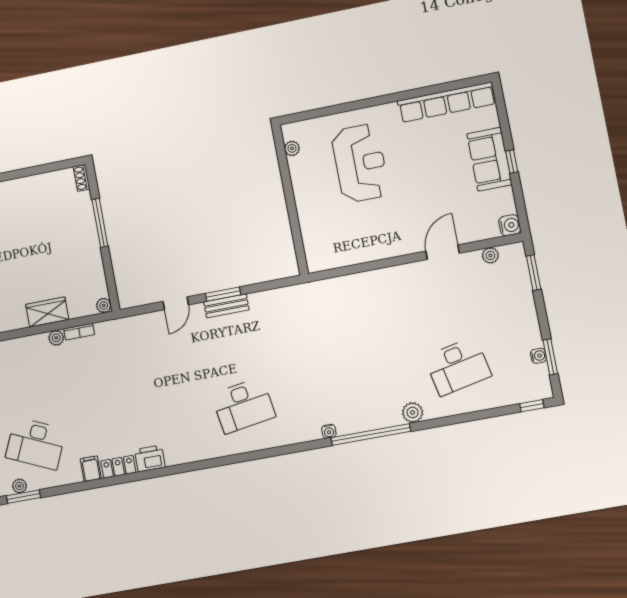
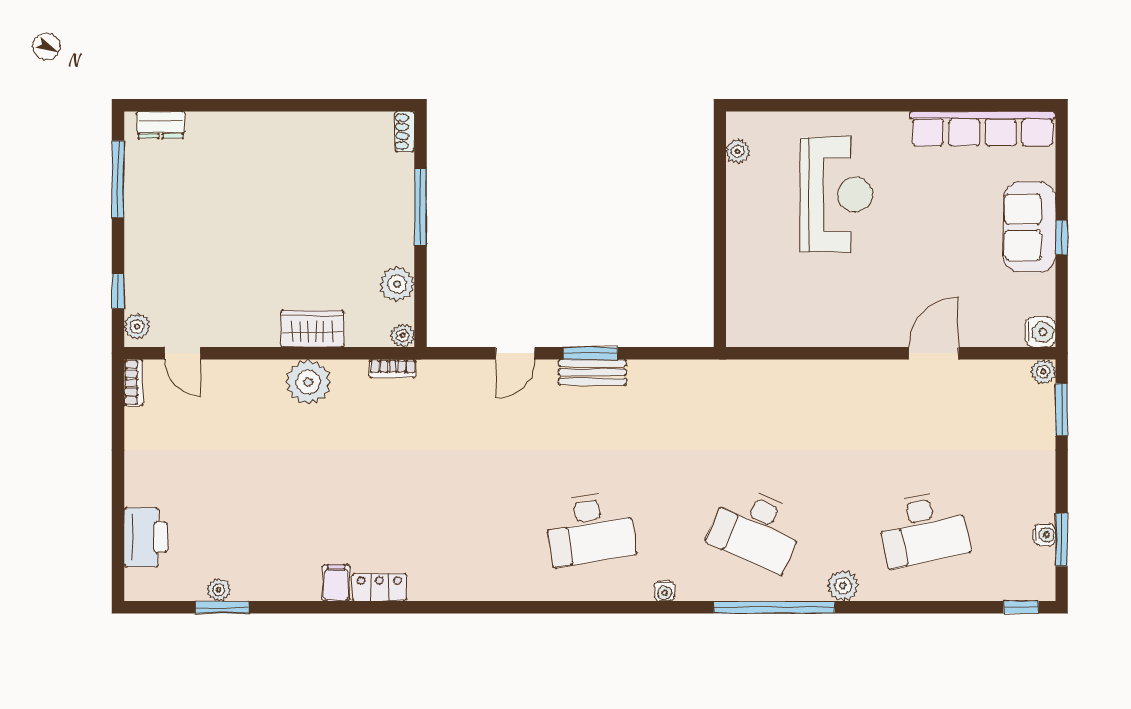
plant: (490, 255) -> (1043, 372), moved
plant: (94, 274) -> (397, 284), added
bookcase: (79, 332) -> (393, 369), moved
plant: (56, 338) -> (308, 382), width x1.87, depth x1.87
water cooler: (329, 431) -> (664, 591), moved
desk: (36, 443) -> (756, 529), moved
printer: (150, 458) -> (431, 583), removed

